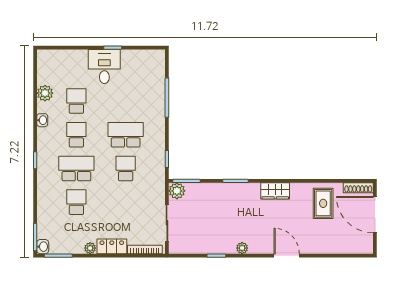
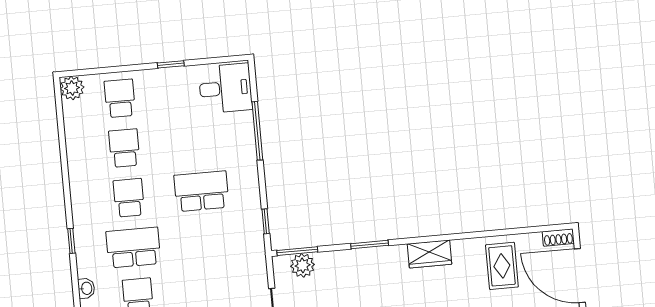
desk: (104, 66) -> (225, 88), moved, turned 90
plant: (45, 93) -> (72, 88), moved
washbasin: (42, 120) -> (86, 288), moved
school desk: (126, 168) -> (120, 98), moved
shoe rack: (358, 188) -> (558, 237), width x0.70
plant: (177, 191) -> (303, 265), moved

